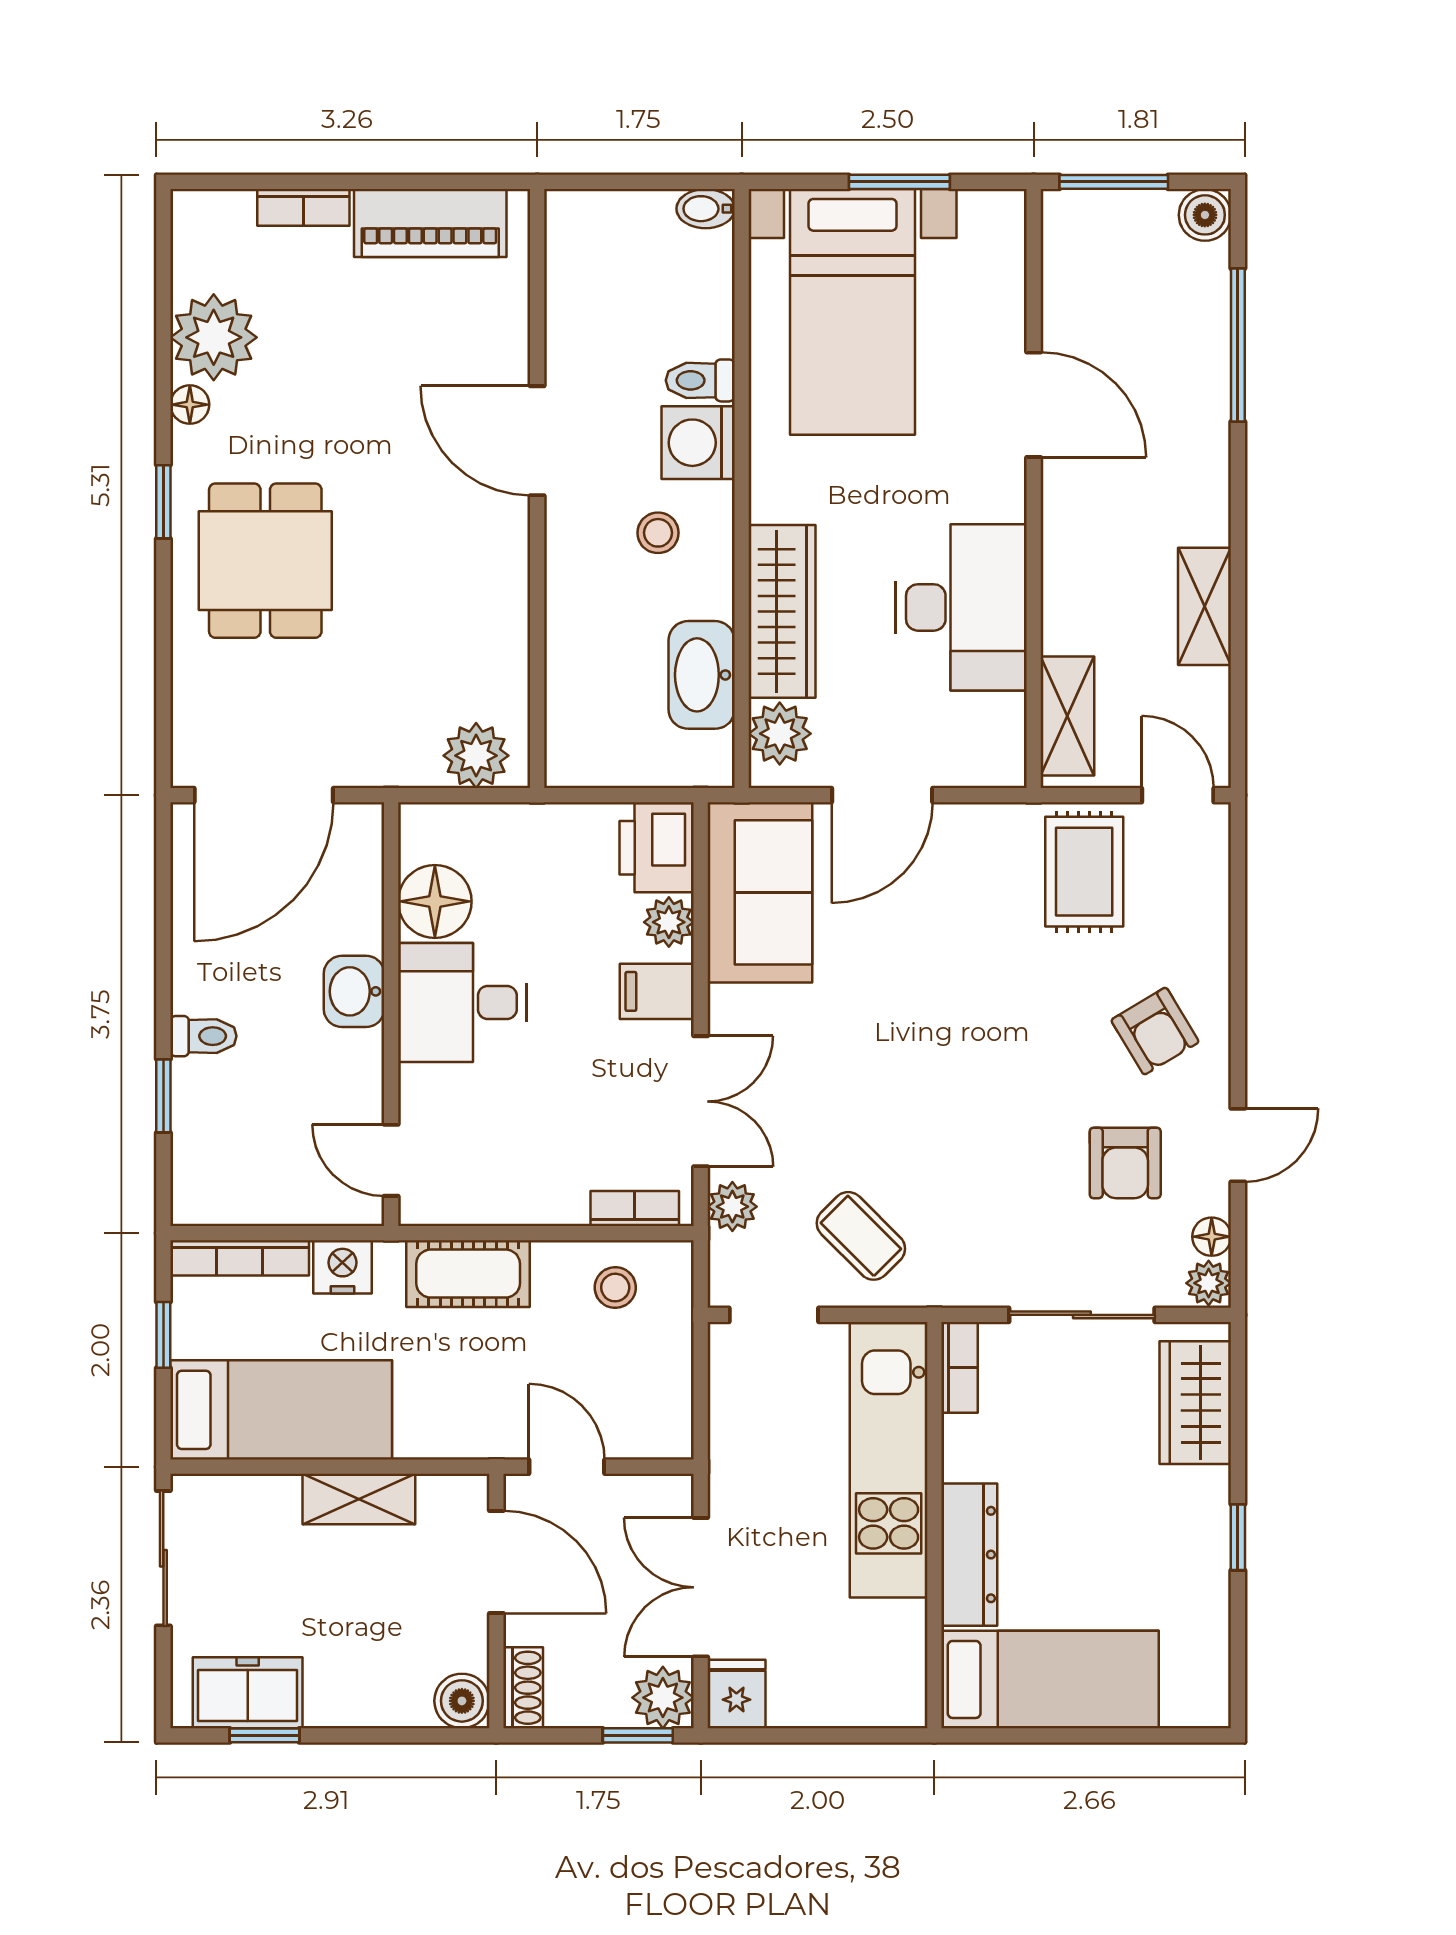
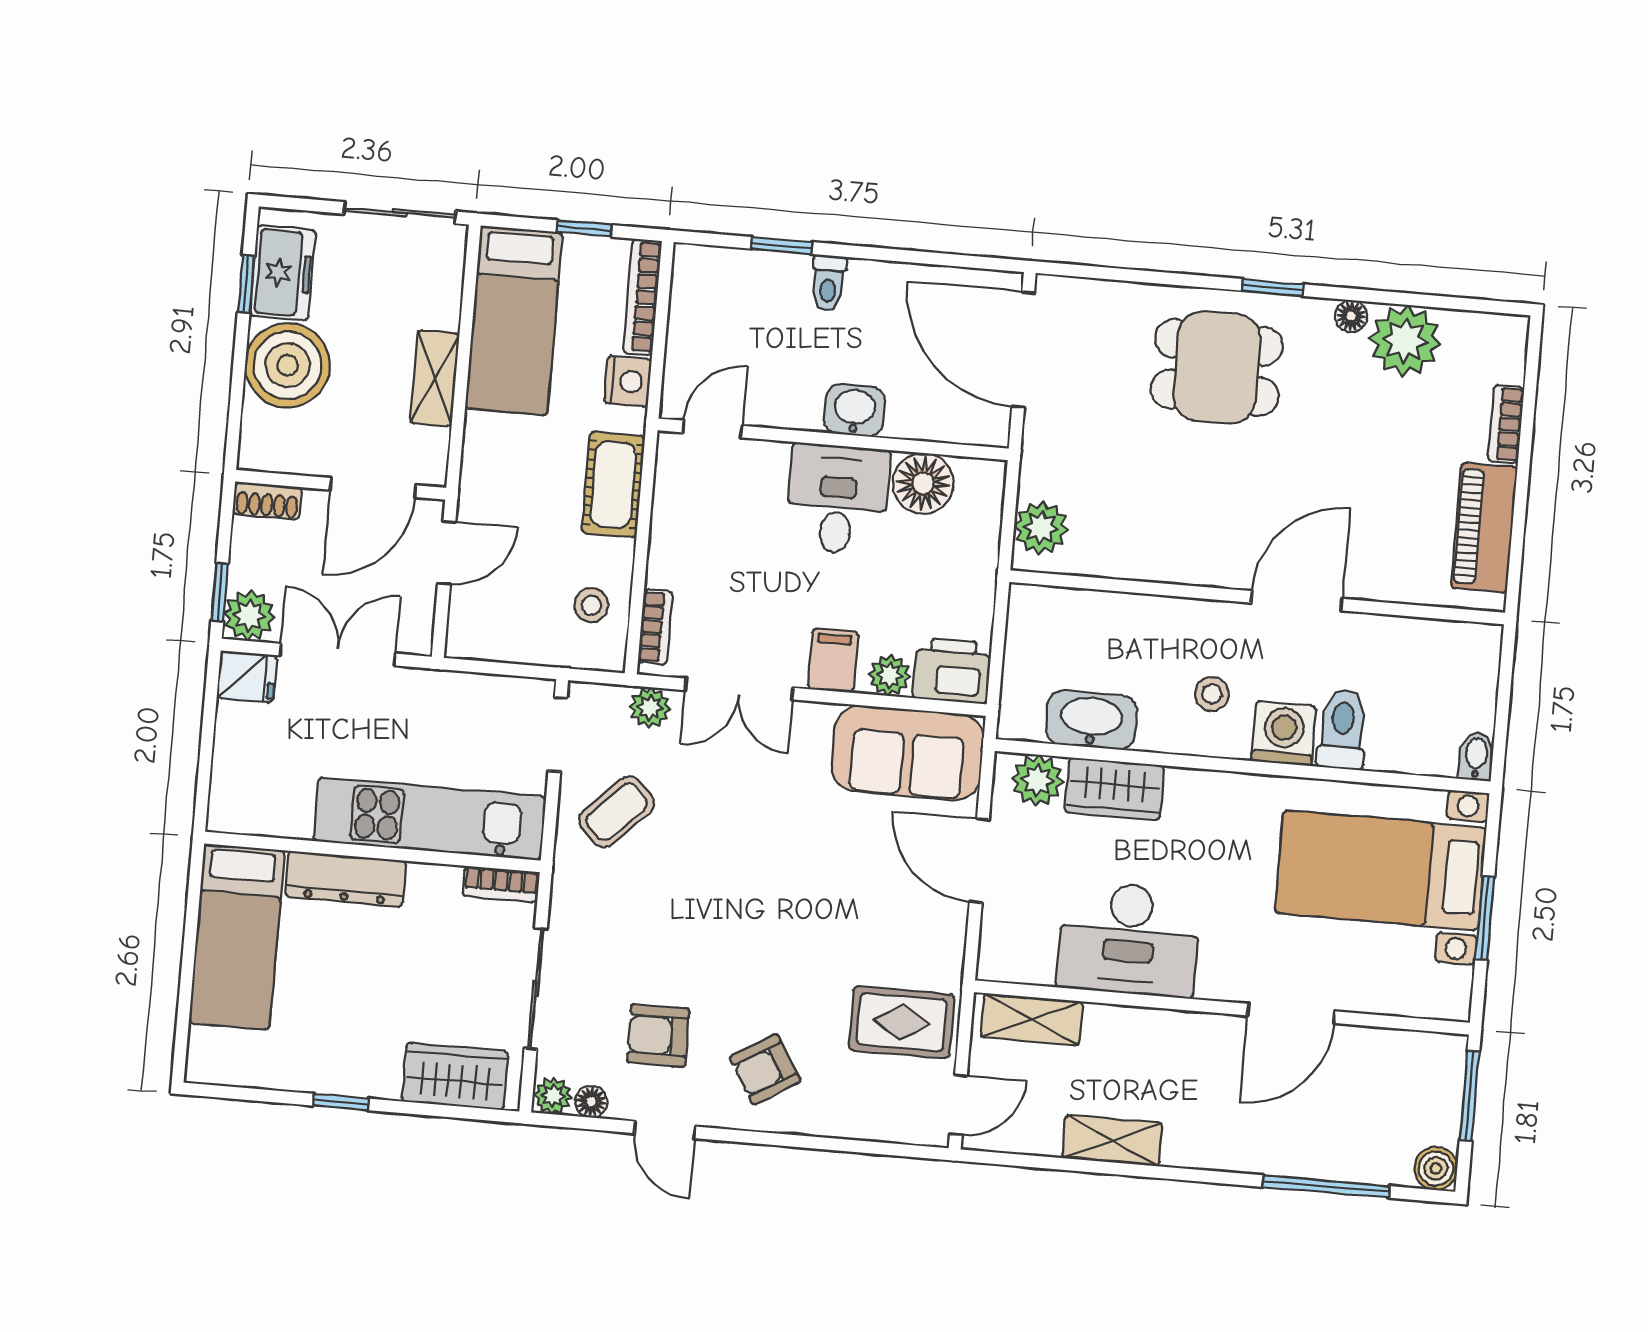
toilet: (700, 380) -> (1342, 729), width x1.37, depth x1.39
wardrobe: (782, 611) -> (1114, 789), width x0.67
boiler: (462, 1701) -> (288, 365), moved, width x1.86, depth x1.86

